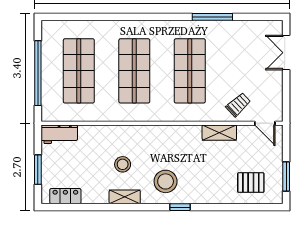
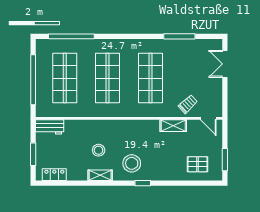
window: (87, 17) -> (71, 36), added
window: (212, 17) -> (179, 36), moved

